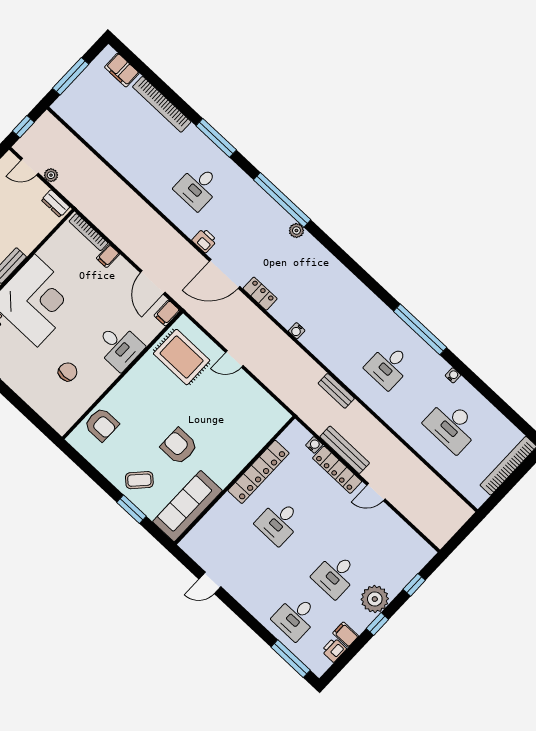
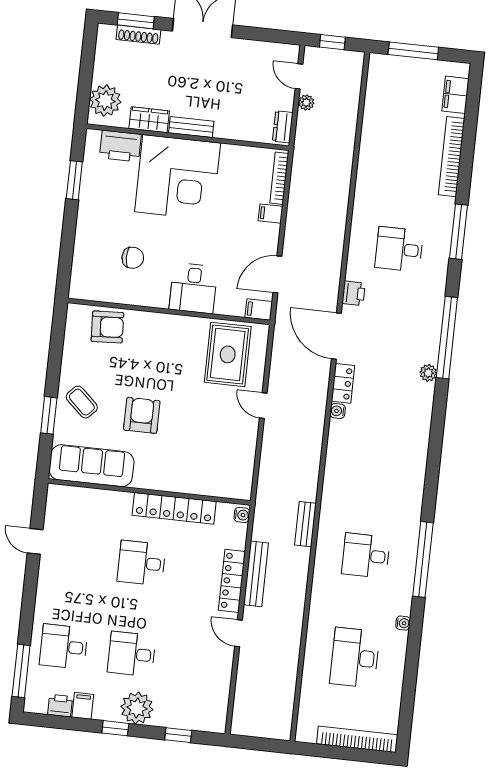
water cooler: (297, 331) -> (338, 411), moved
armchair: (102, 424) -> (107, 327), turned -93
water cooler: (314, 445) -> (242, 515), moved

